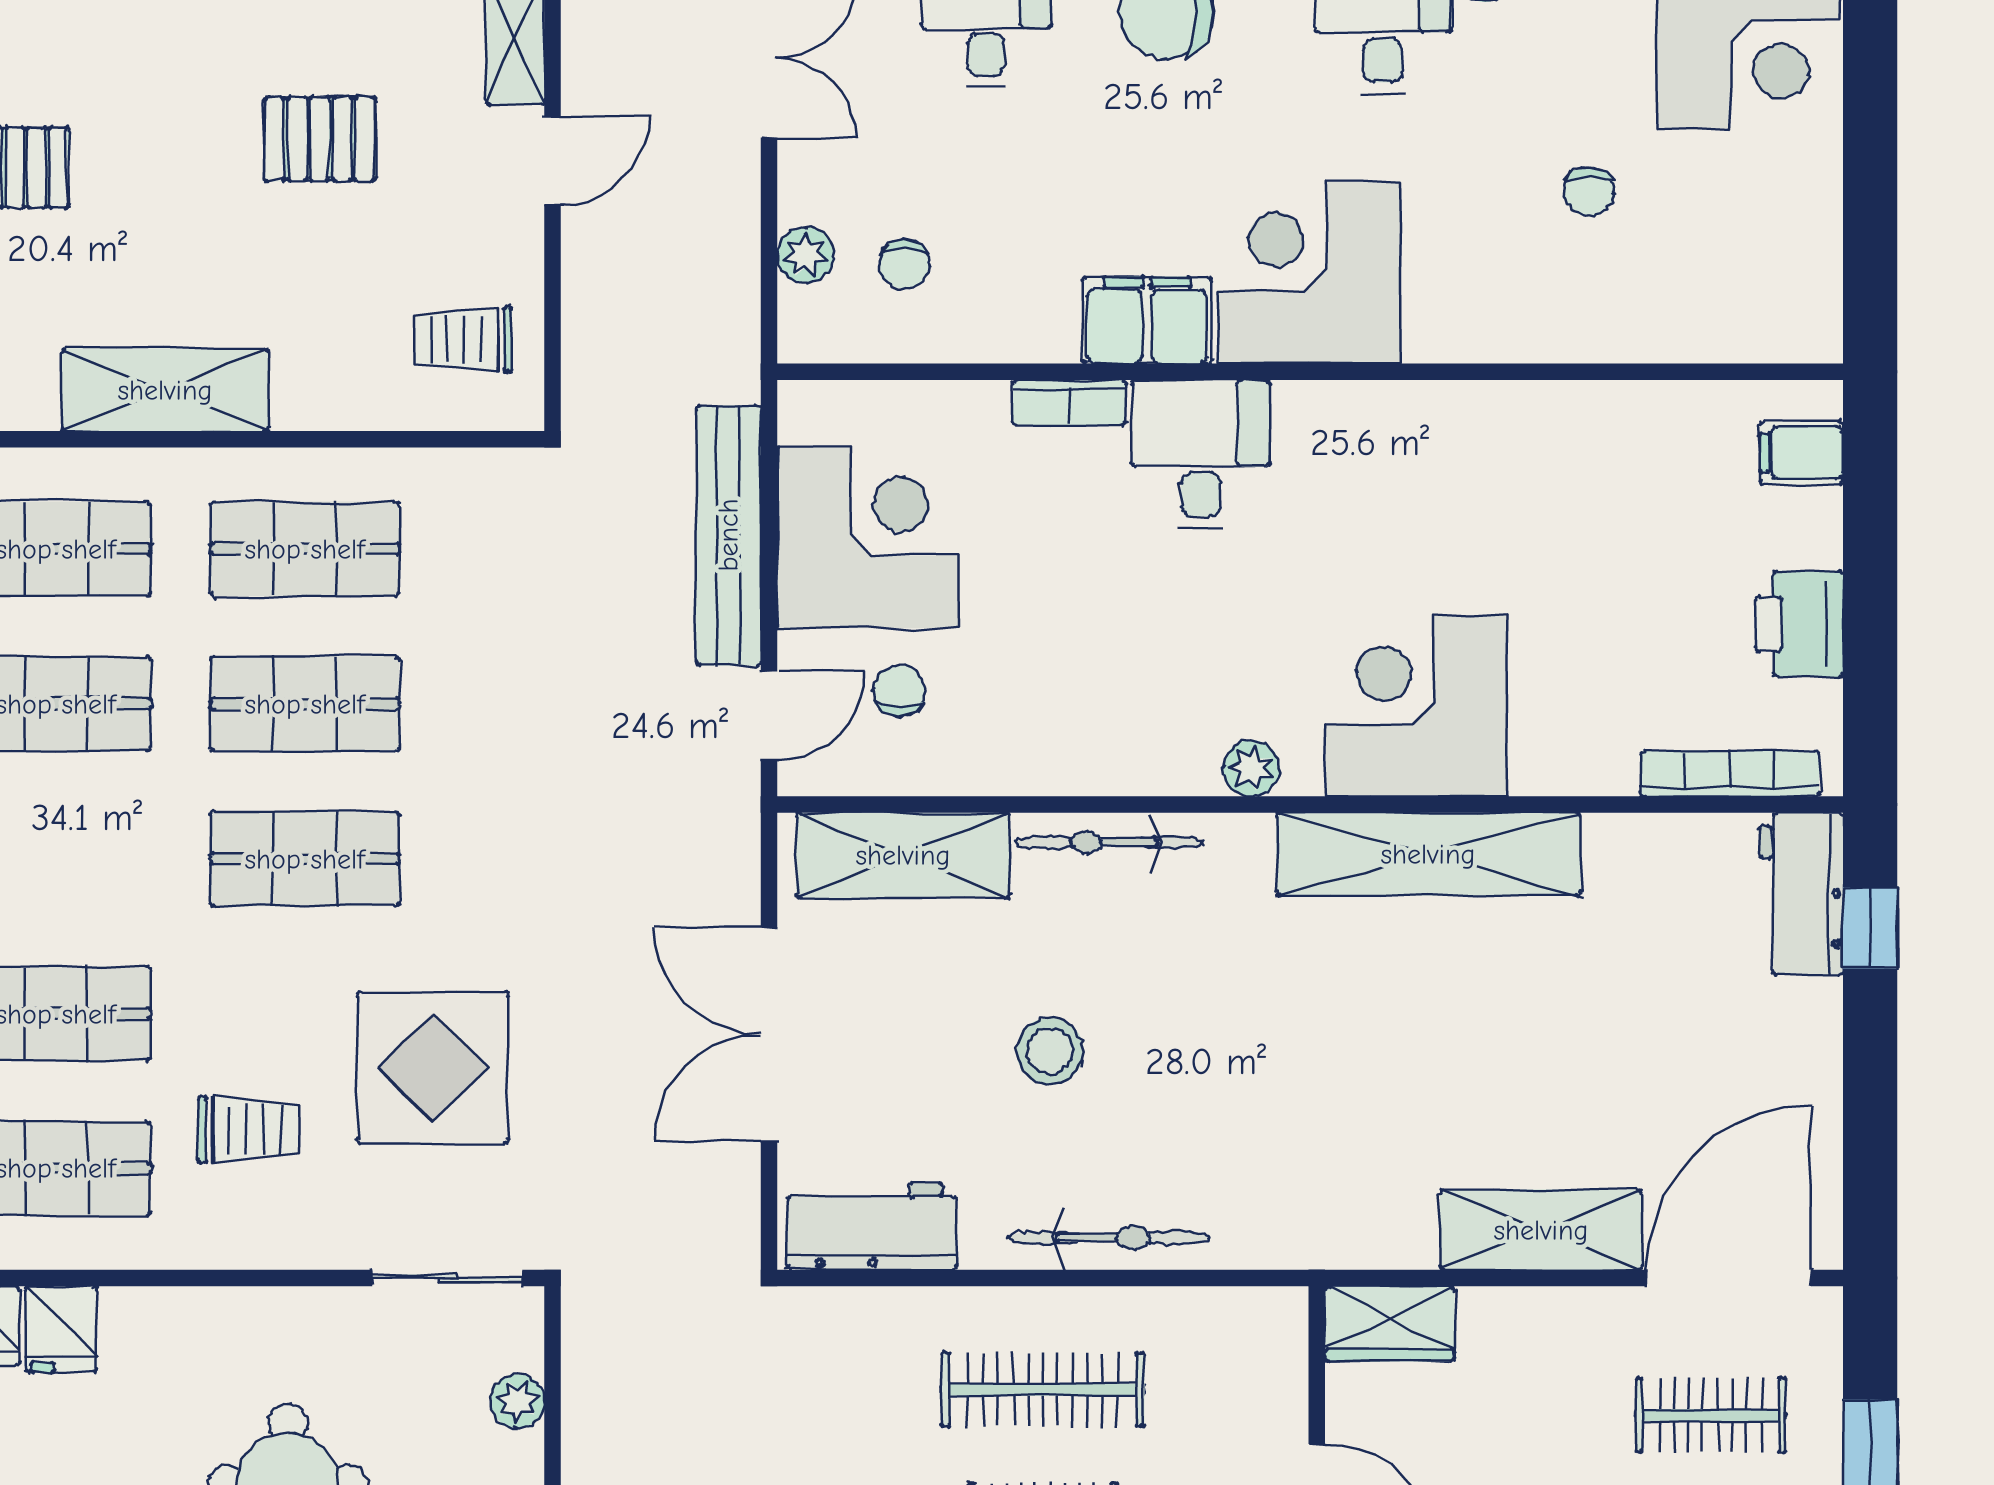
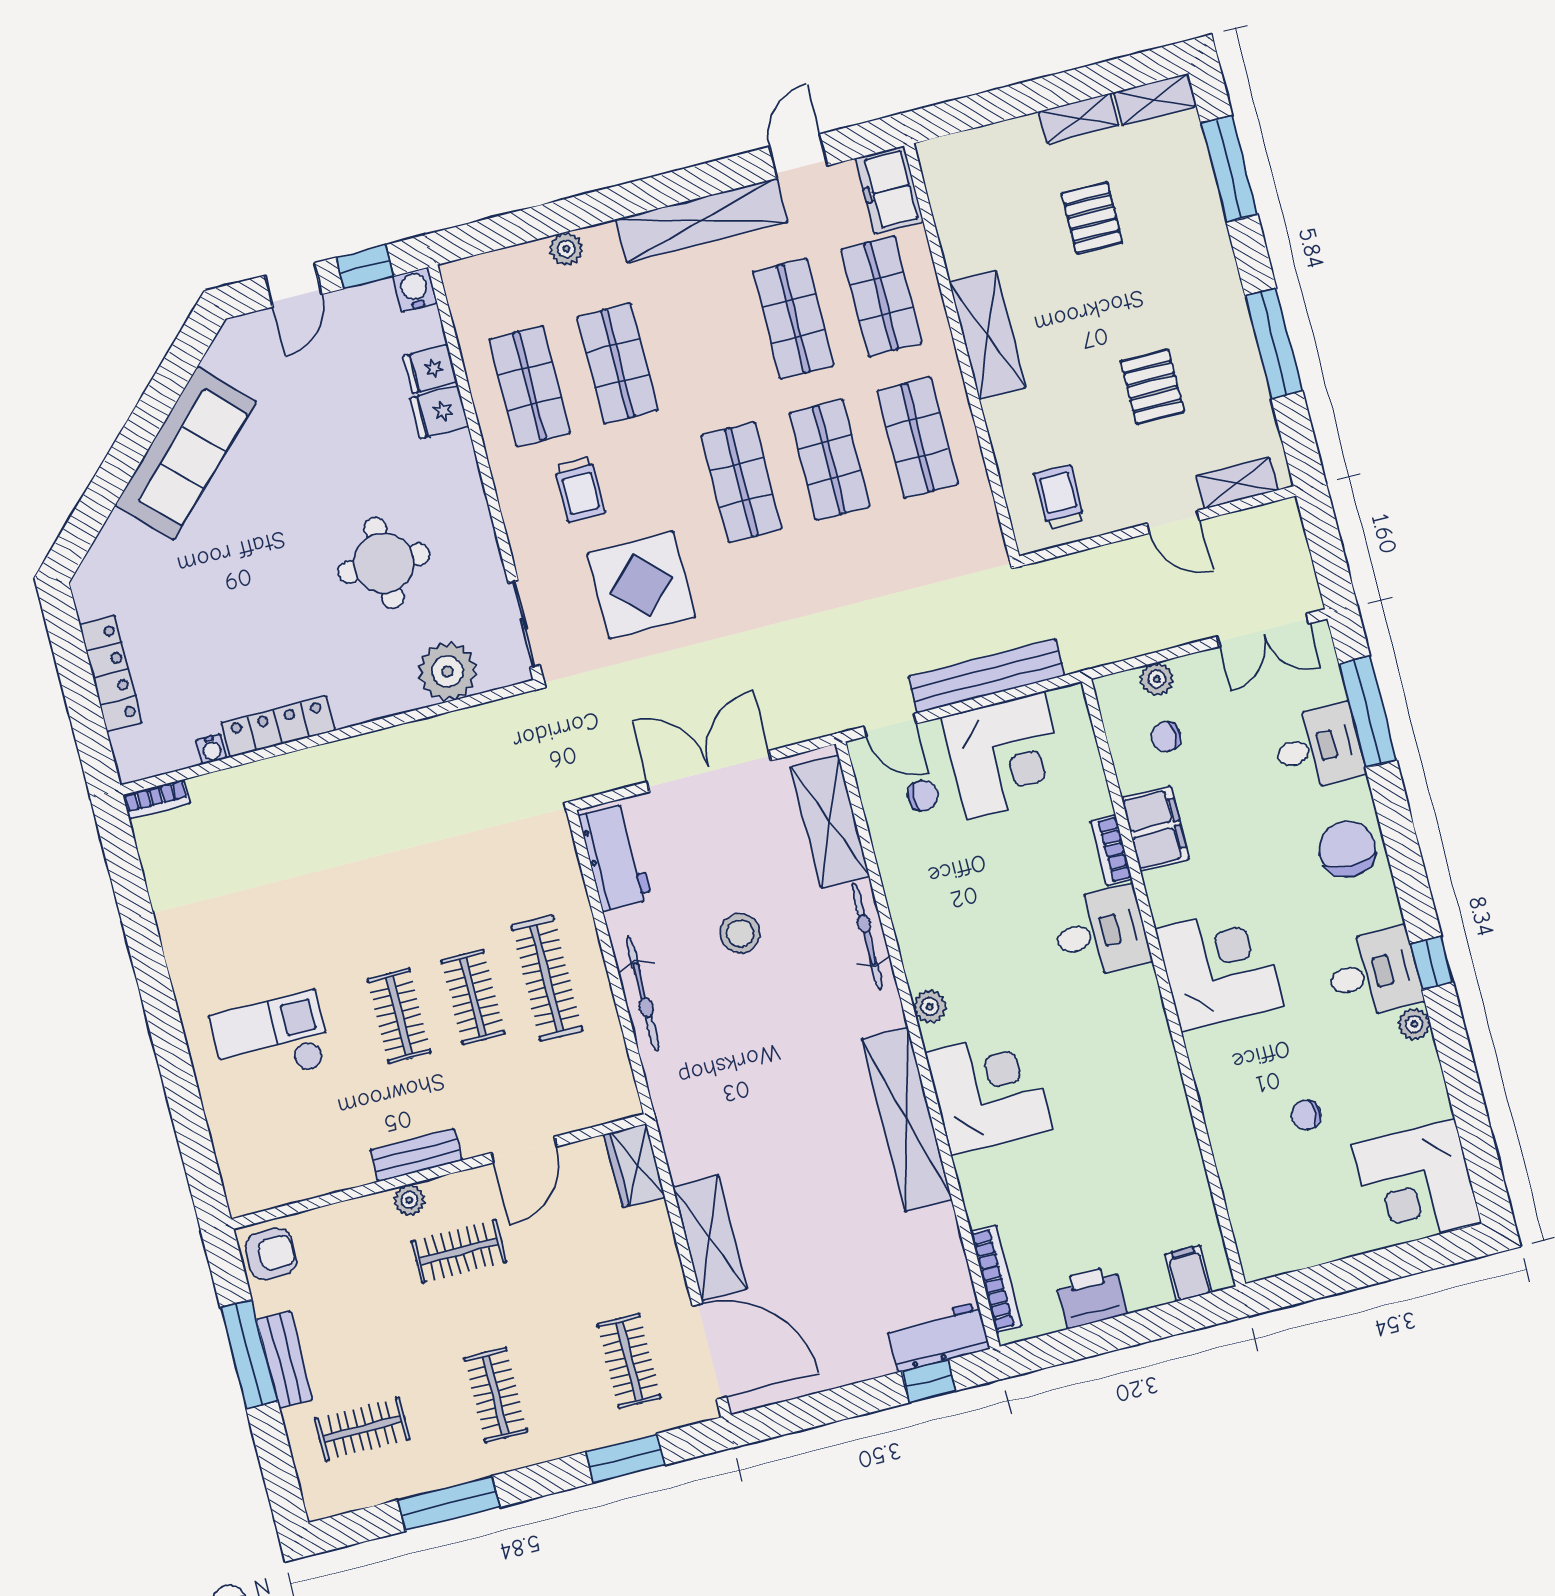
filing cabinet: (1147, 320) -> (1155, 829), moved
plant: (517, 1401) -> (448, 671), width x1.87, depth x1.87

